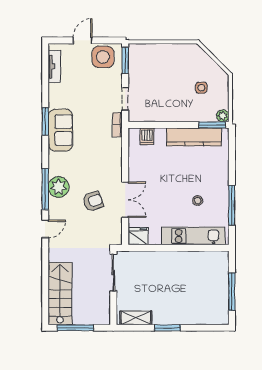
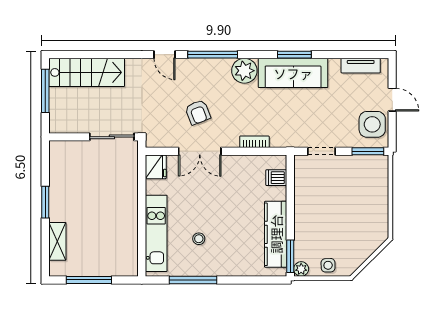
side table: (201, 88) -> (328, 265), moved
bookcase: (117, 125) -> (254, 142), moved
sofa: (60, 130) -> (293, 73), width x1.36
plant: (59, 187) -> (244, 71), moved
shelving: (136, 318) -> (57, 241), moved

